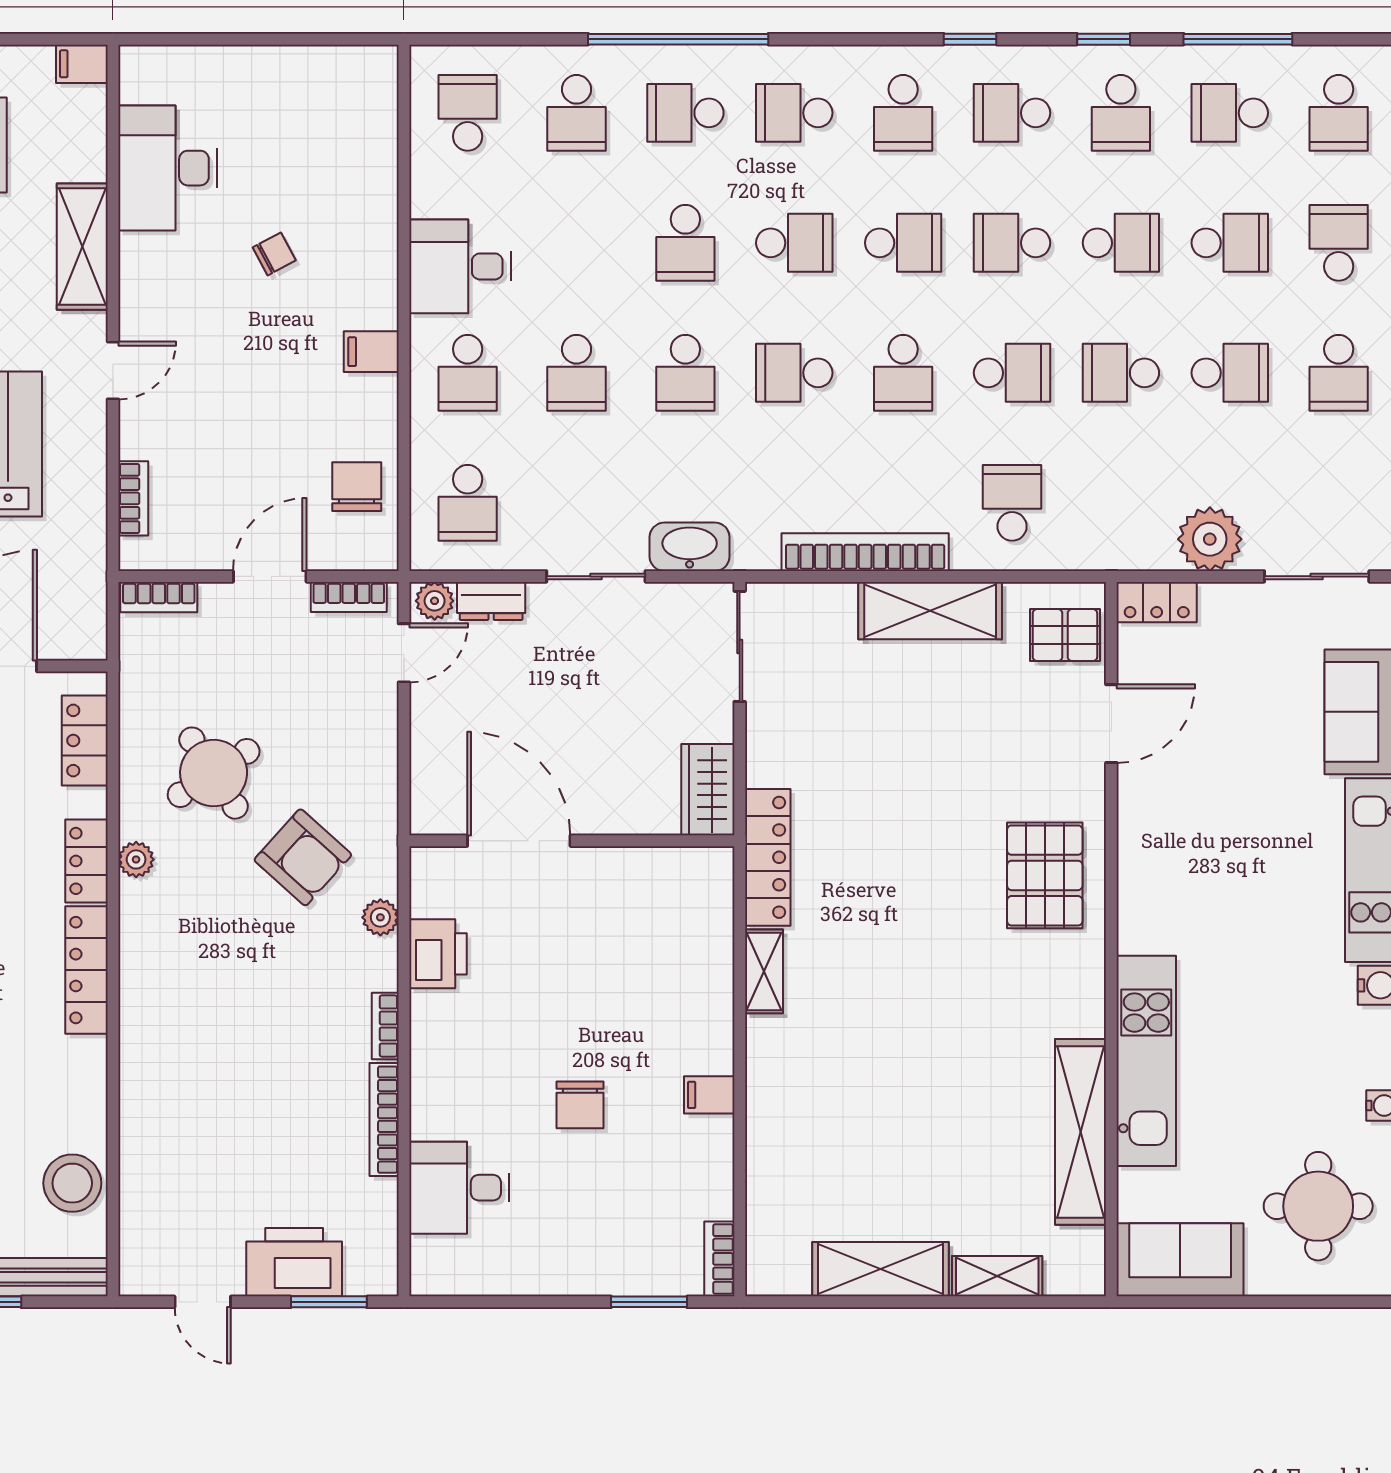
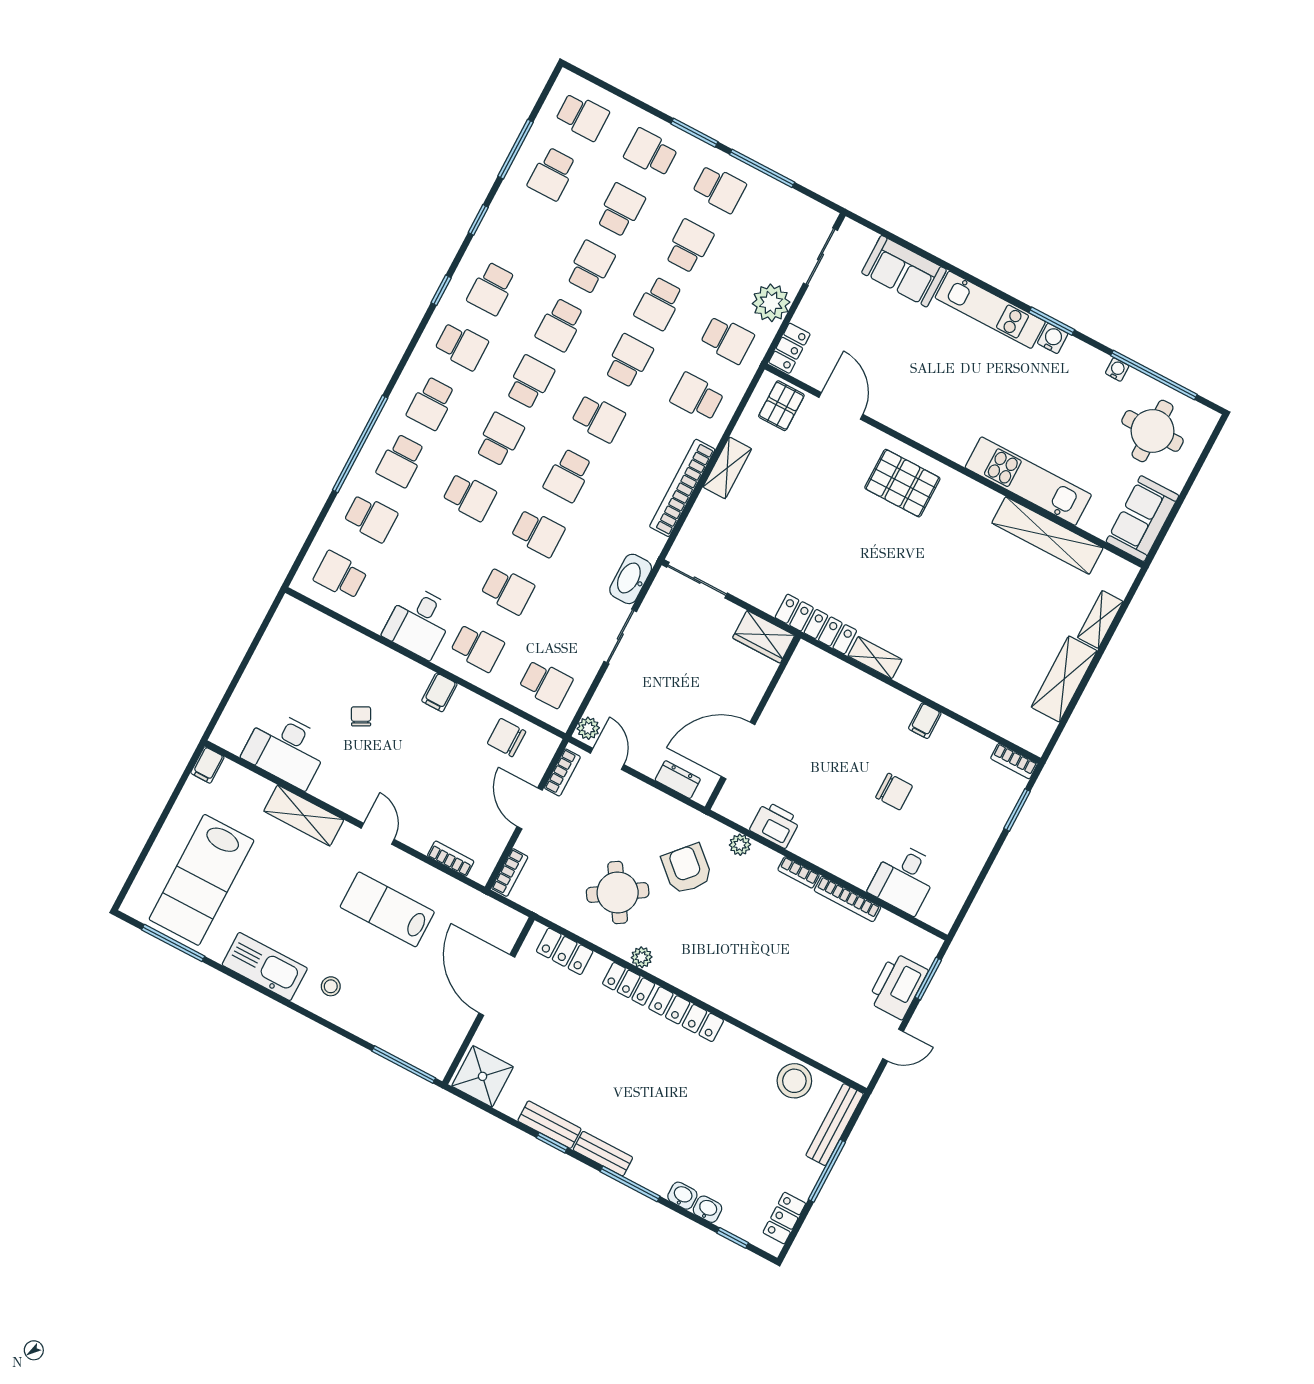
school desk: (1121, 113) -> (727, 340), moved
dresser: (491, 601) -> (678, 780), moved, turned -90
shelving: (930, 611) -> (727, 468), width x0.67, depth x0.75
armchair: (303, 857) -> (687, 869), turned -90

